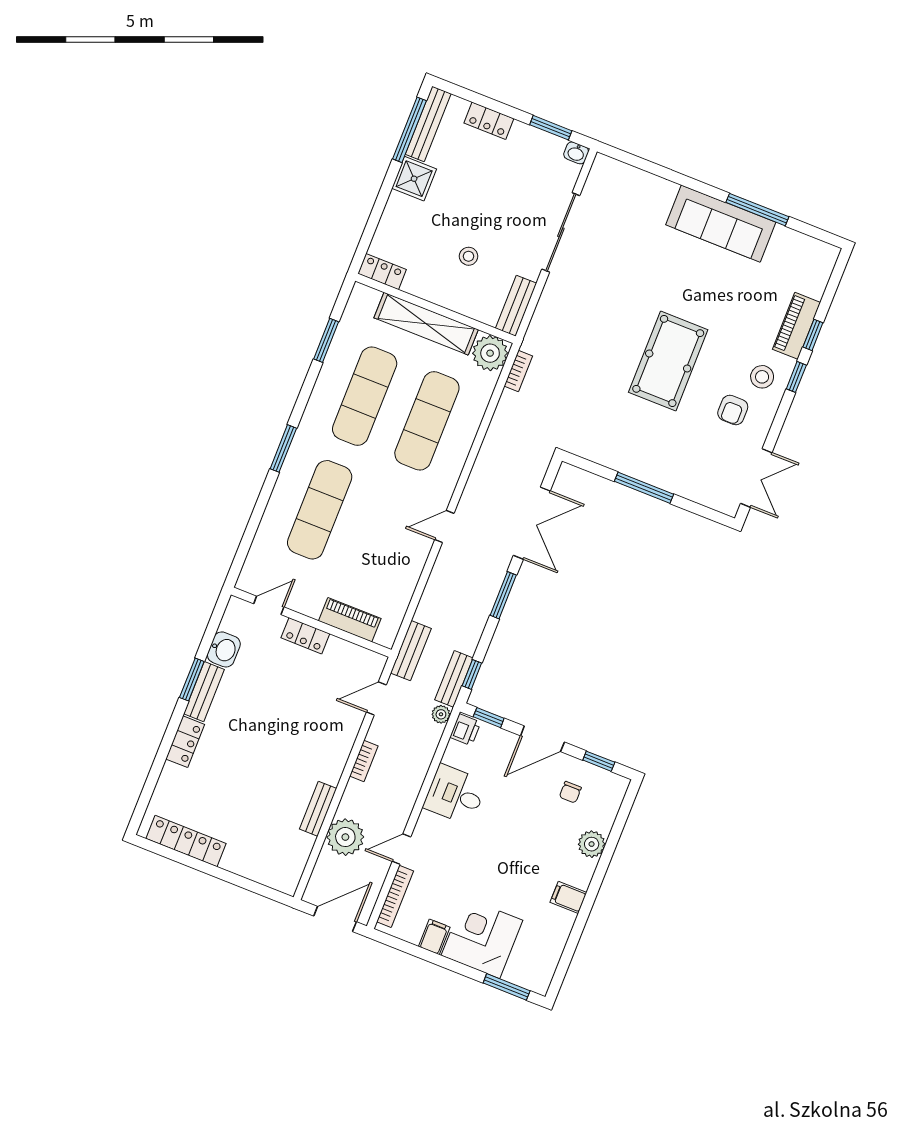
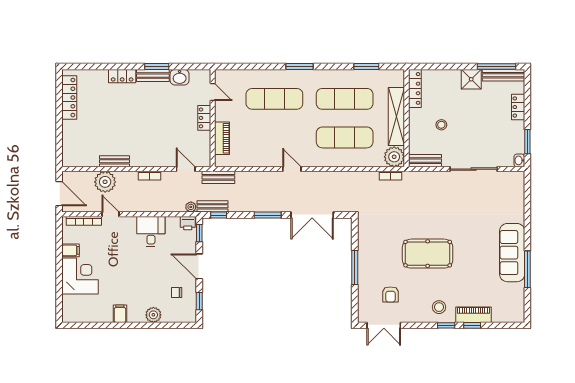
locker: (382, 272) -> (415, 88), width x1.53
armchair: (733, 410) -> (390, 294), moved, turned -90
window: (507, 987) -> (59, 300), removed

